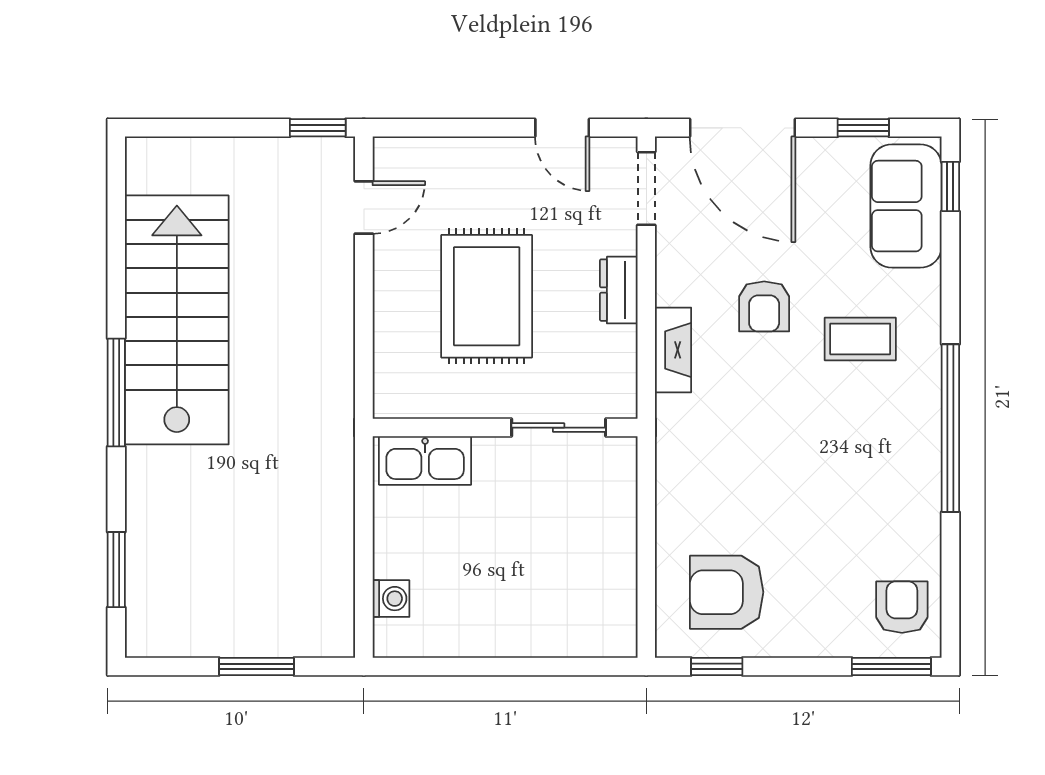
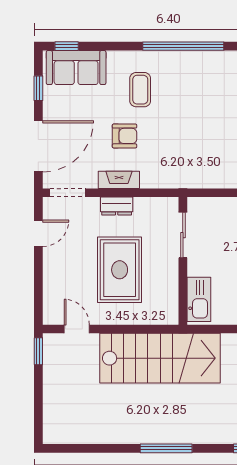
rug: (487, 296) -> (120, 270), turned 90
stairs: (177, 320) -> (160, 358), moved, turned 180
fireplace: (673, 350) -> (119, 180), moved

